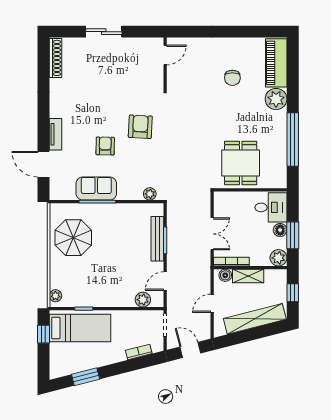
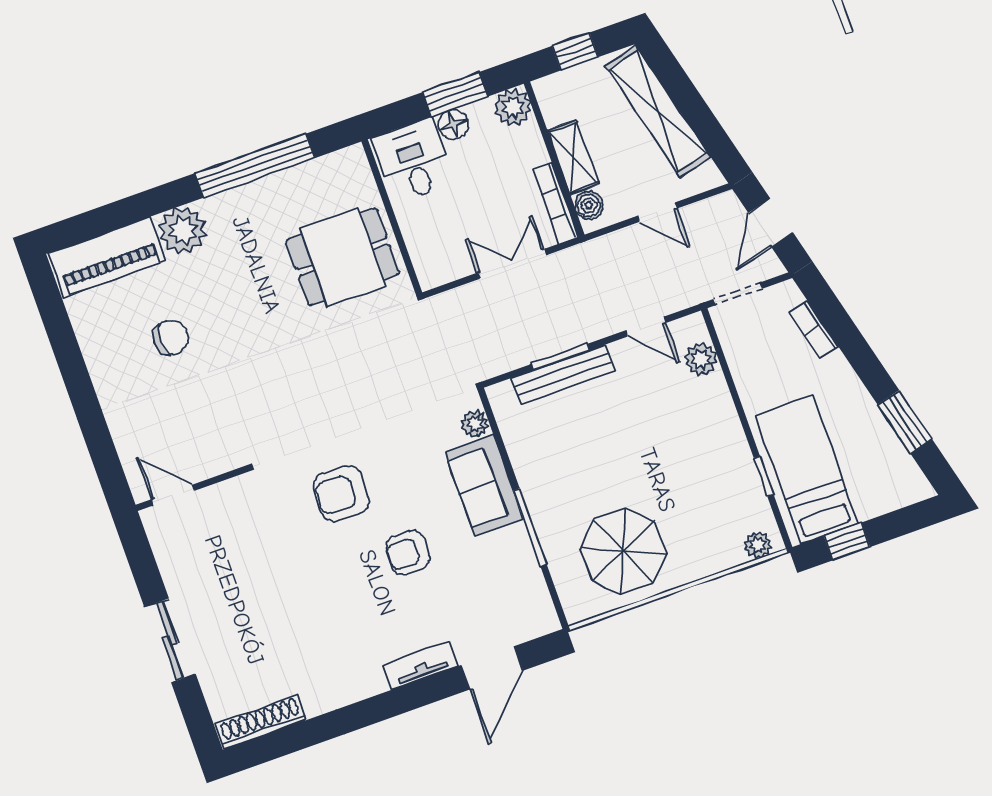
sofa: (96, 189) -> (484, 485), moved

